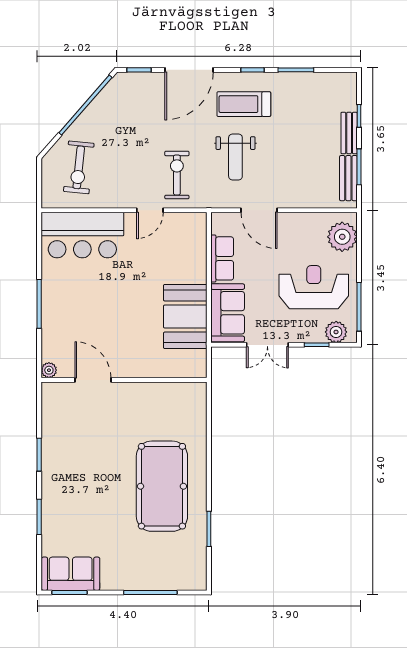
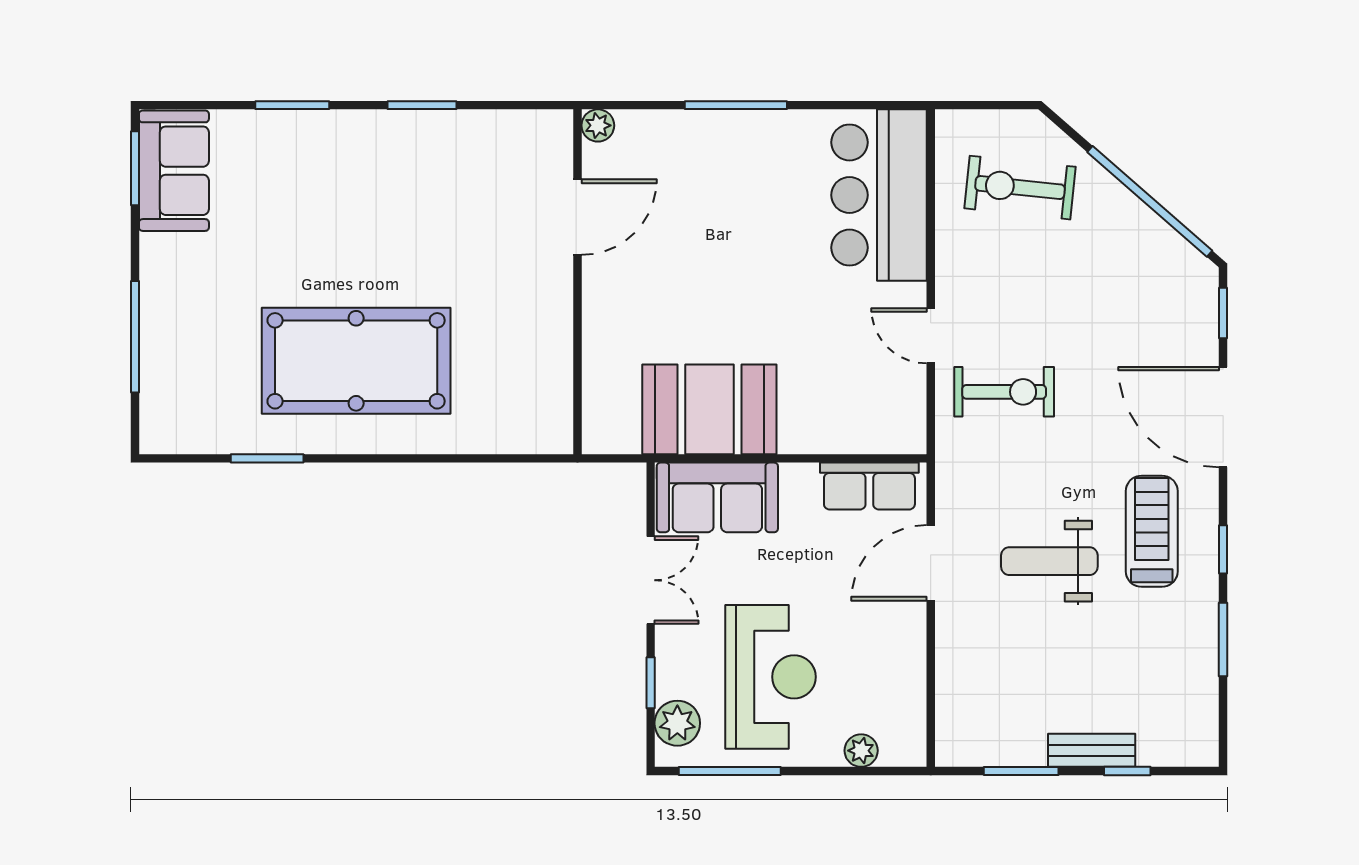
weight bench: (235, 157) -> (1049, 561), moved
bench: (348, 178) -> (998, 749), removed
plant: (342, 237) -> (861, 751), width x0.53, depth x0.53
row of seats: (222, 258) -> (869, 486), moved
double door: (267, 345) -> (651, 580), swing flipped

